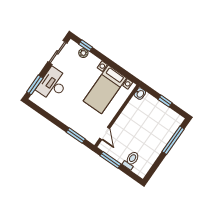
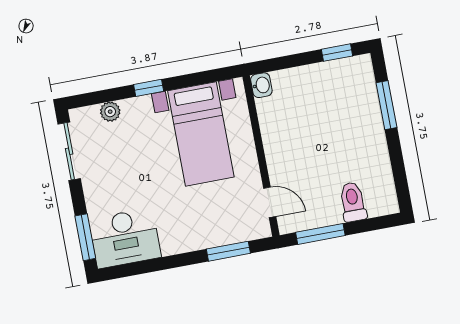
window: (86, 46) -> (149, 88), moved
desk: (53, 84) -> (125, 238), moved, turned -90
window: (165, 101) -> (337, 53), moved
window: (173, 140) -> (386, 105), width x0.69

